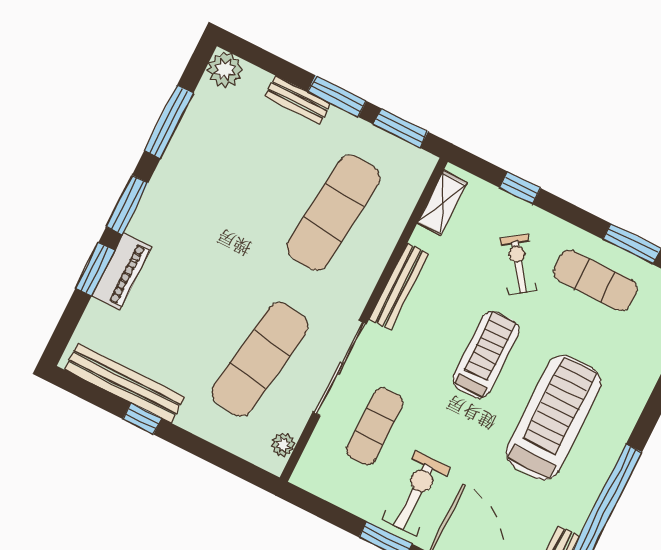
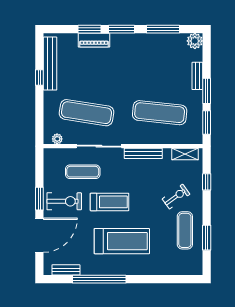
treadmill: (486, 355) -> (110, 202), moved

